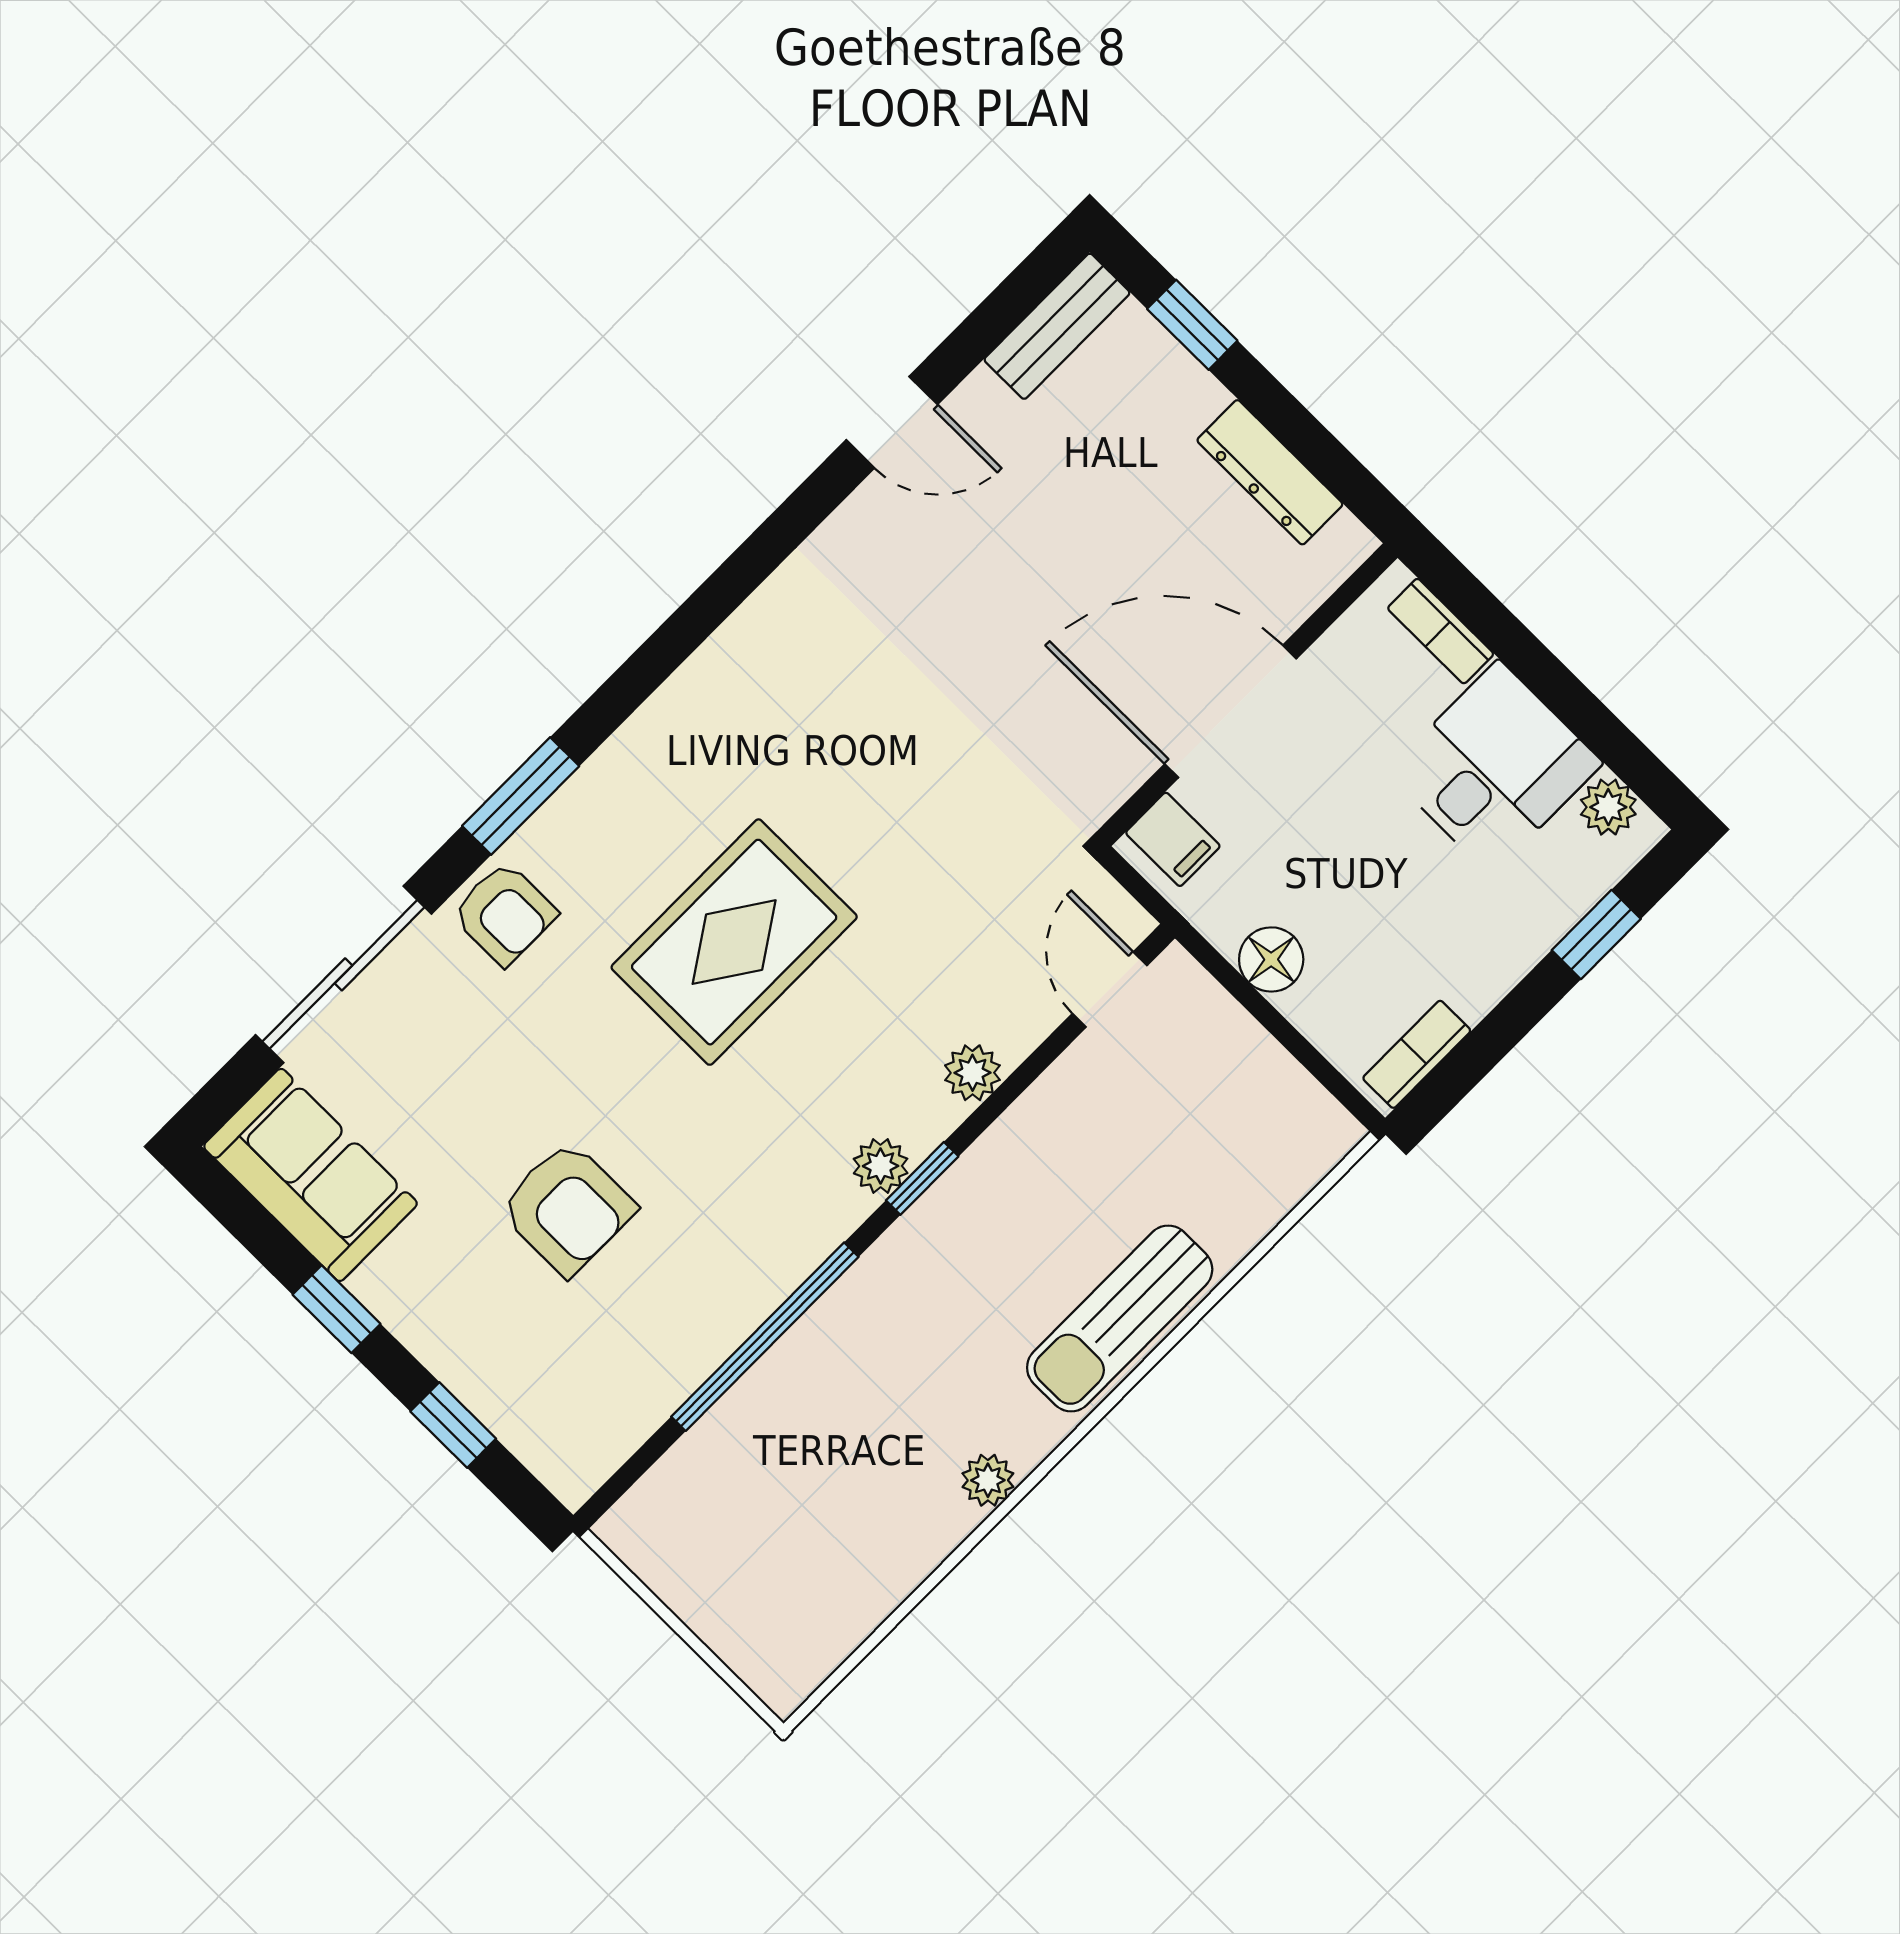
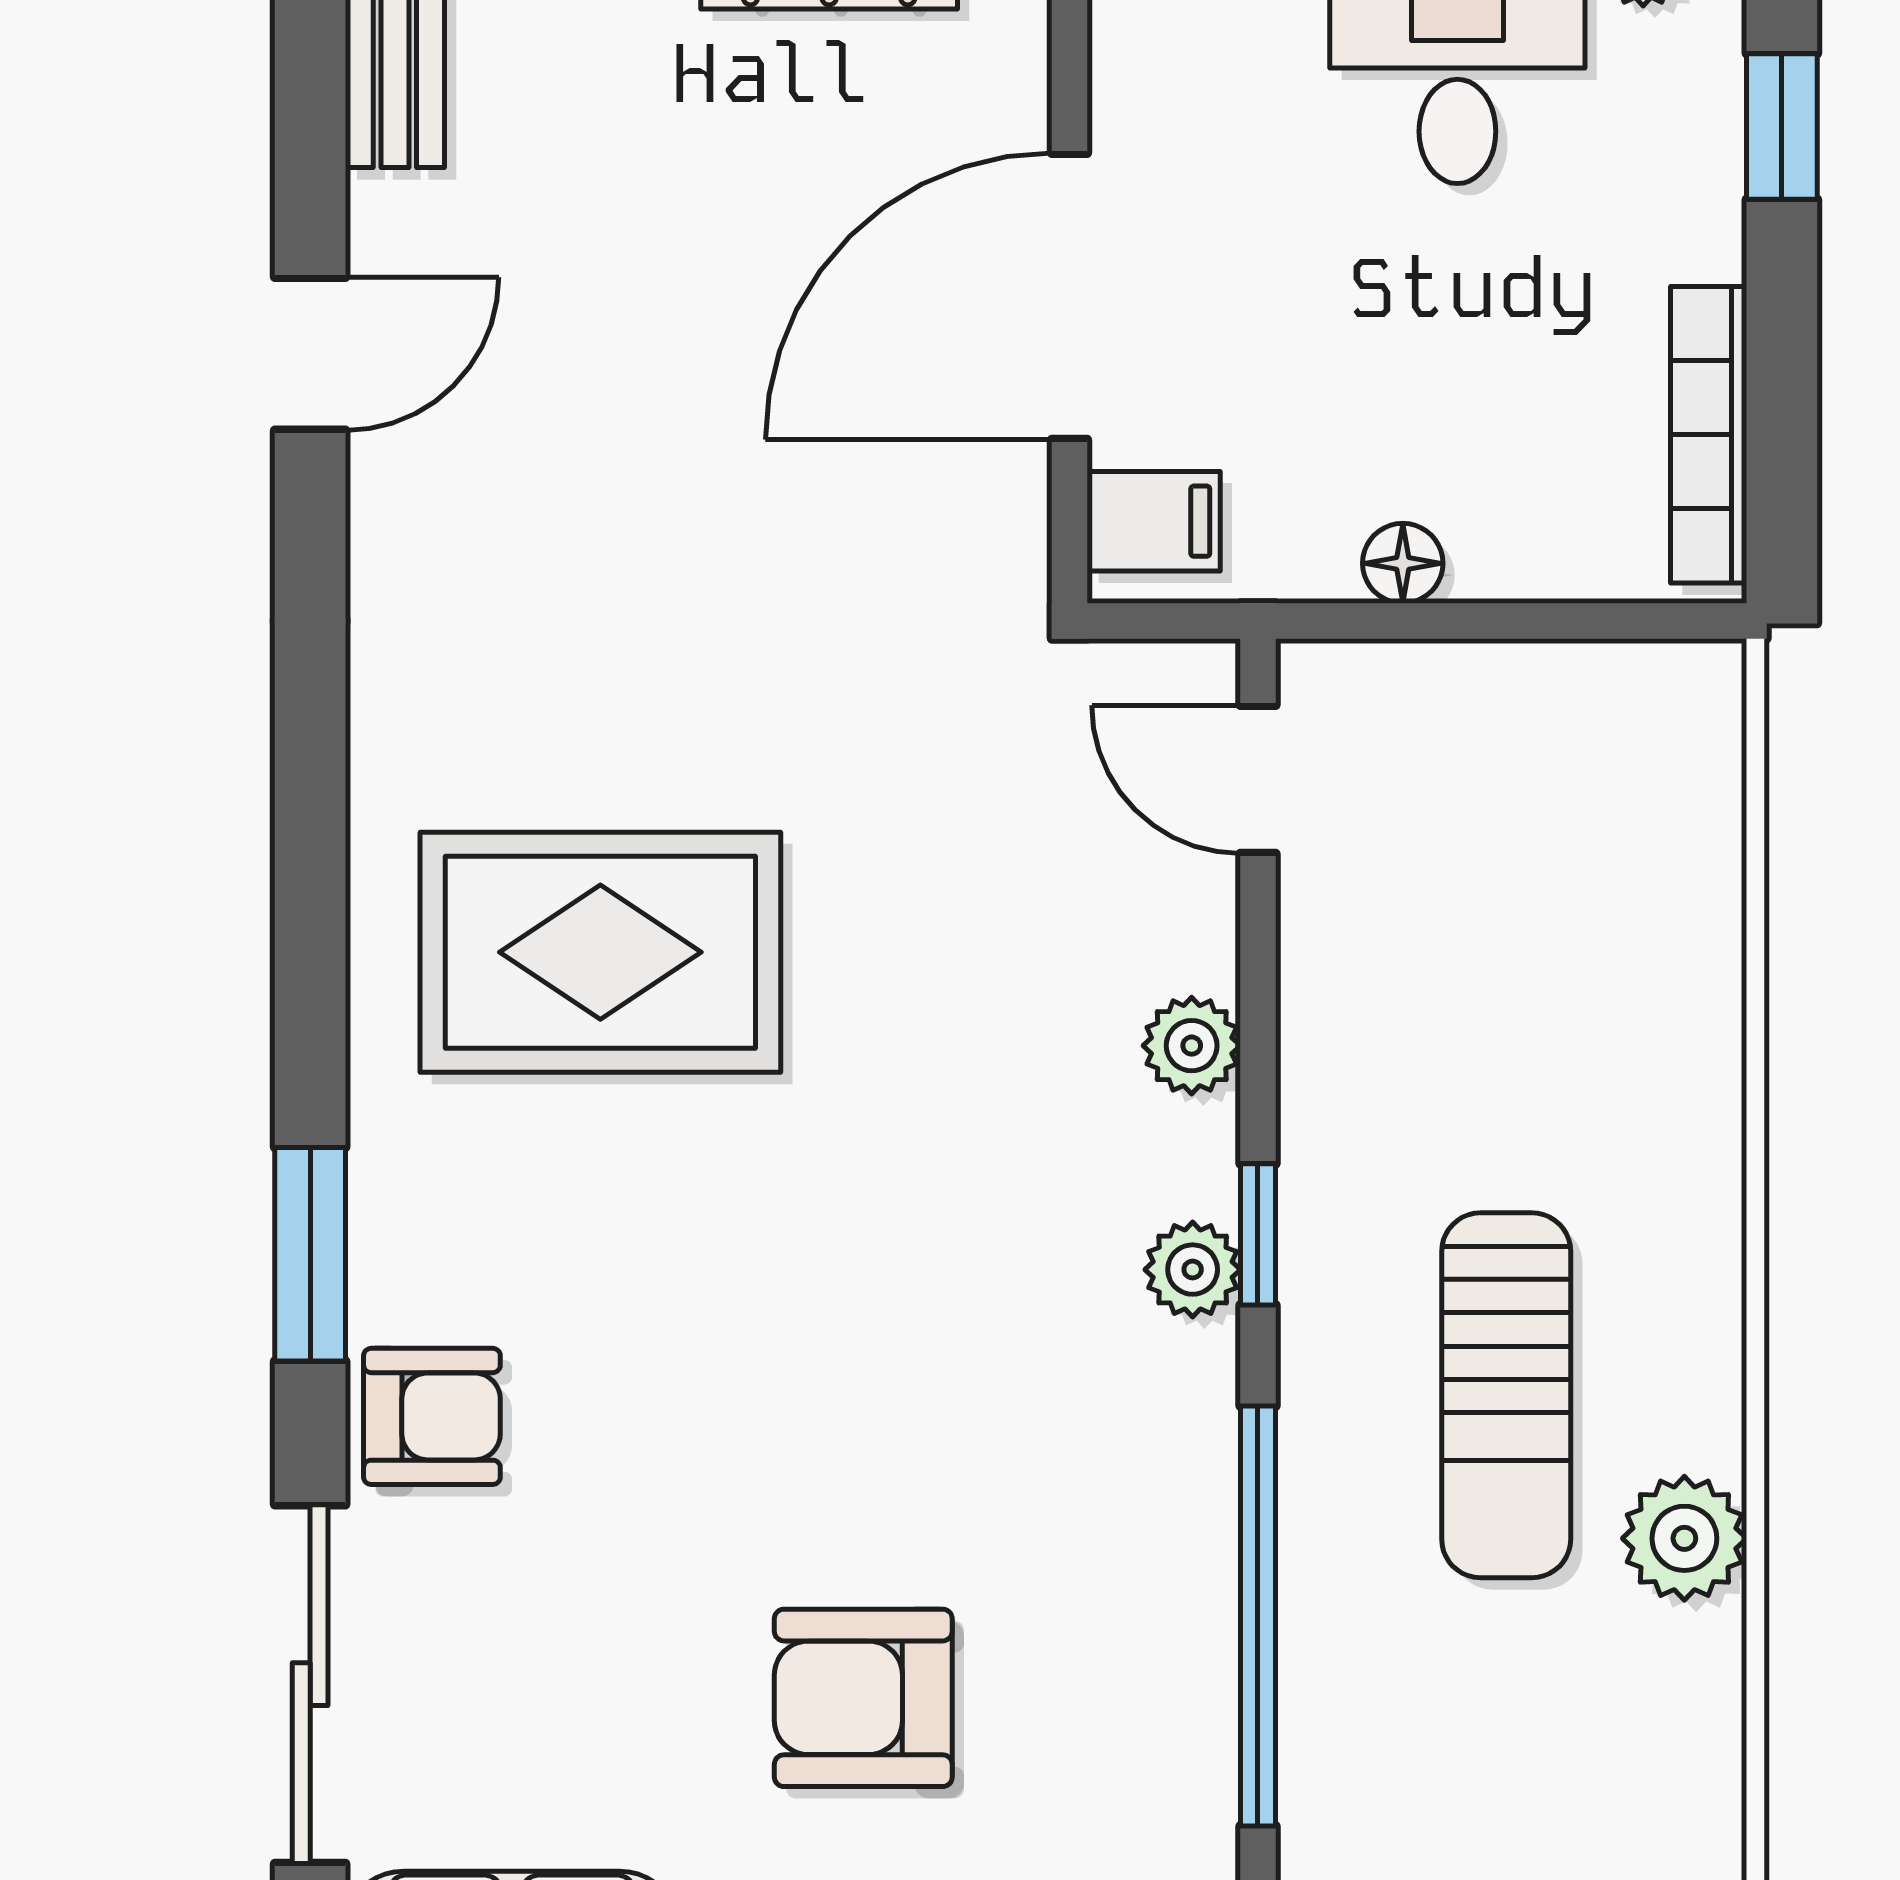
rug: (734, 942) -> (600, 952), moved, turned 90
floor lamp: (1271, 959) -> (1403, 563), width x0.73, depth x0.73
bookcase: (1417, 1054) -> (1709, 435), width x1.56
armchair: (567, 1208) -> (863, 1698), turned 180
sun lounger: (1120, 1318) -> (1506, 1395), moved
plant: (988, 1480) -> (1684, 1538), width x1.38, depth x1.38

